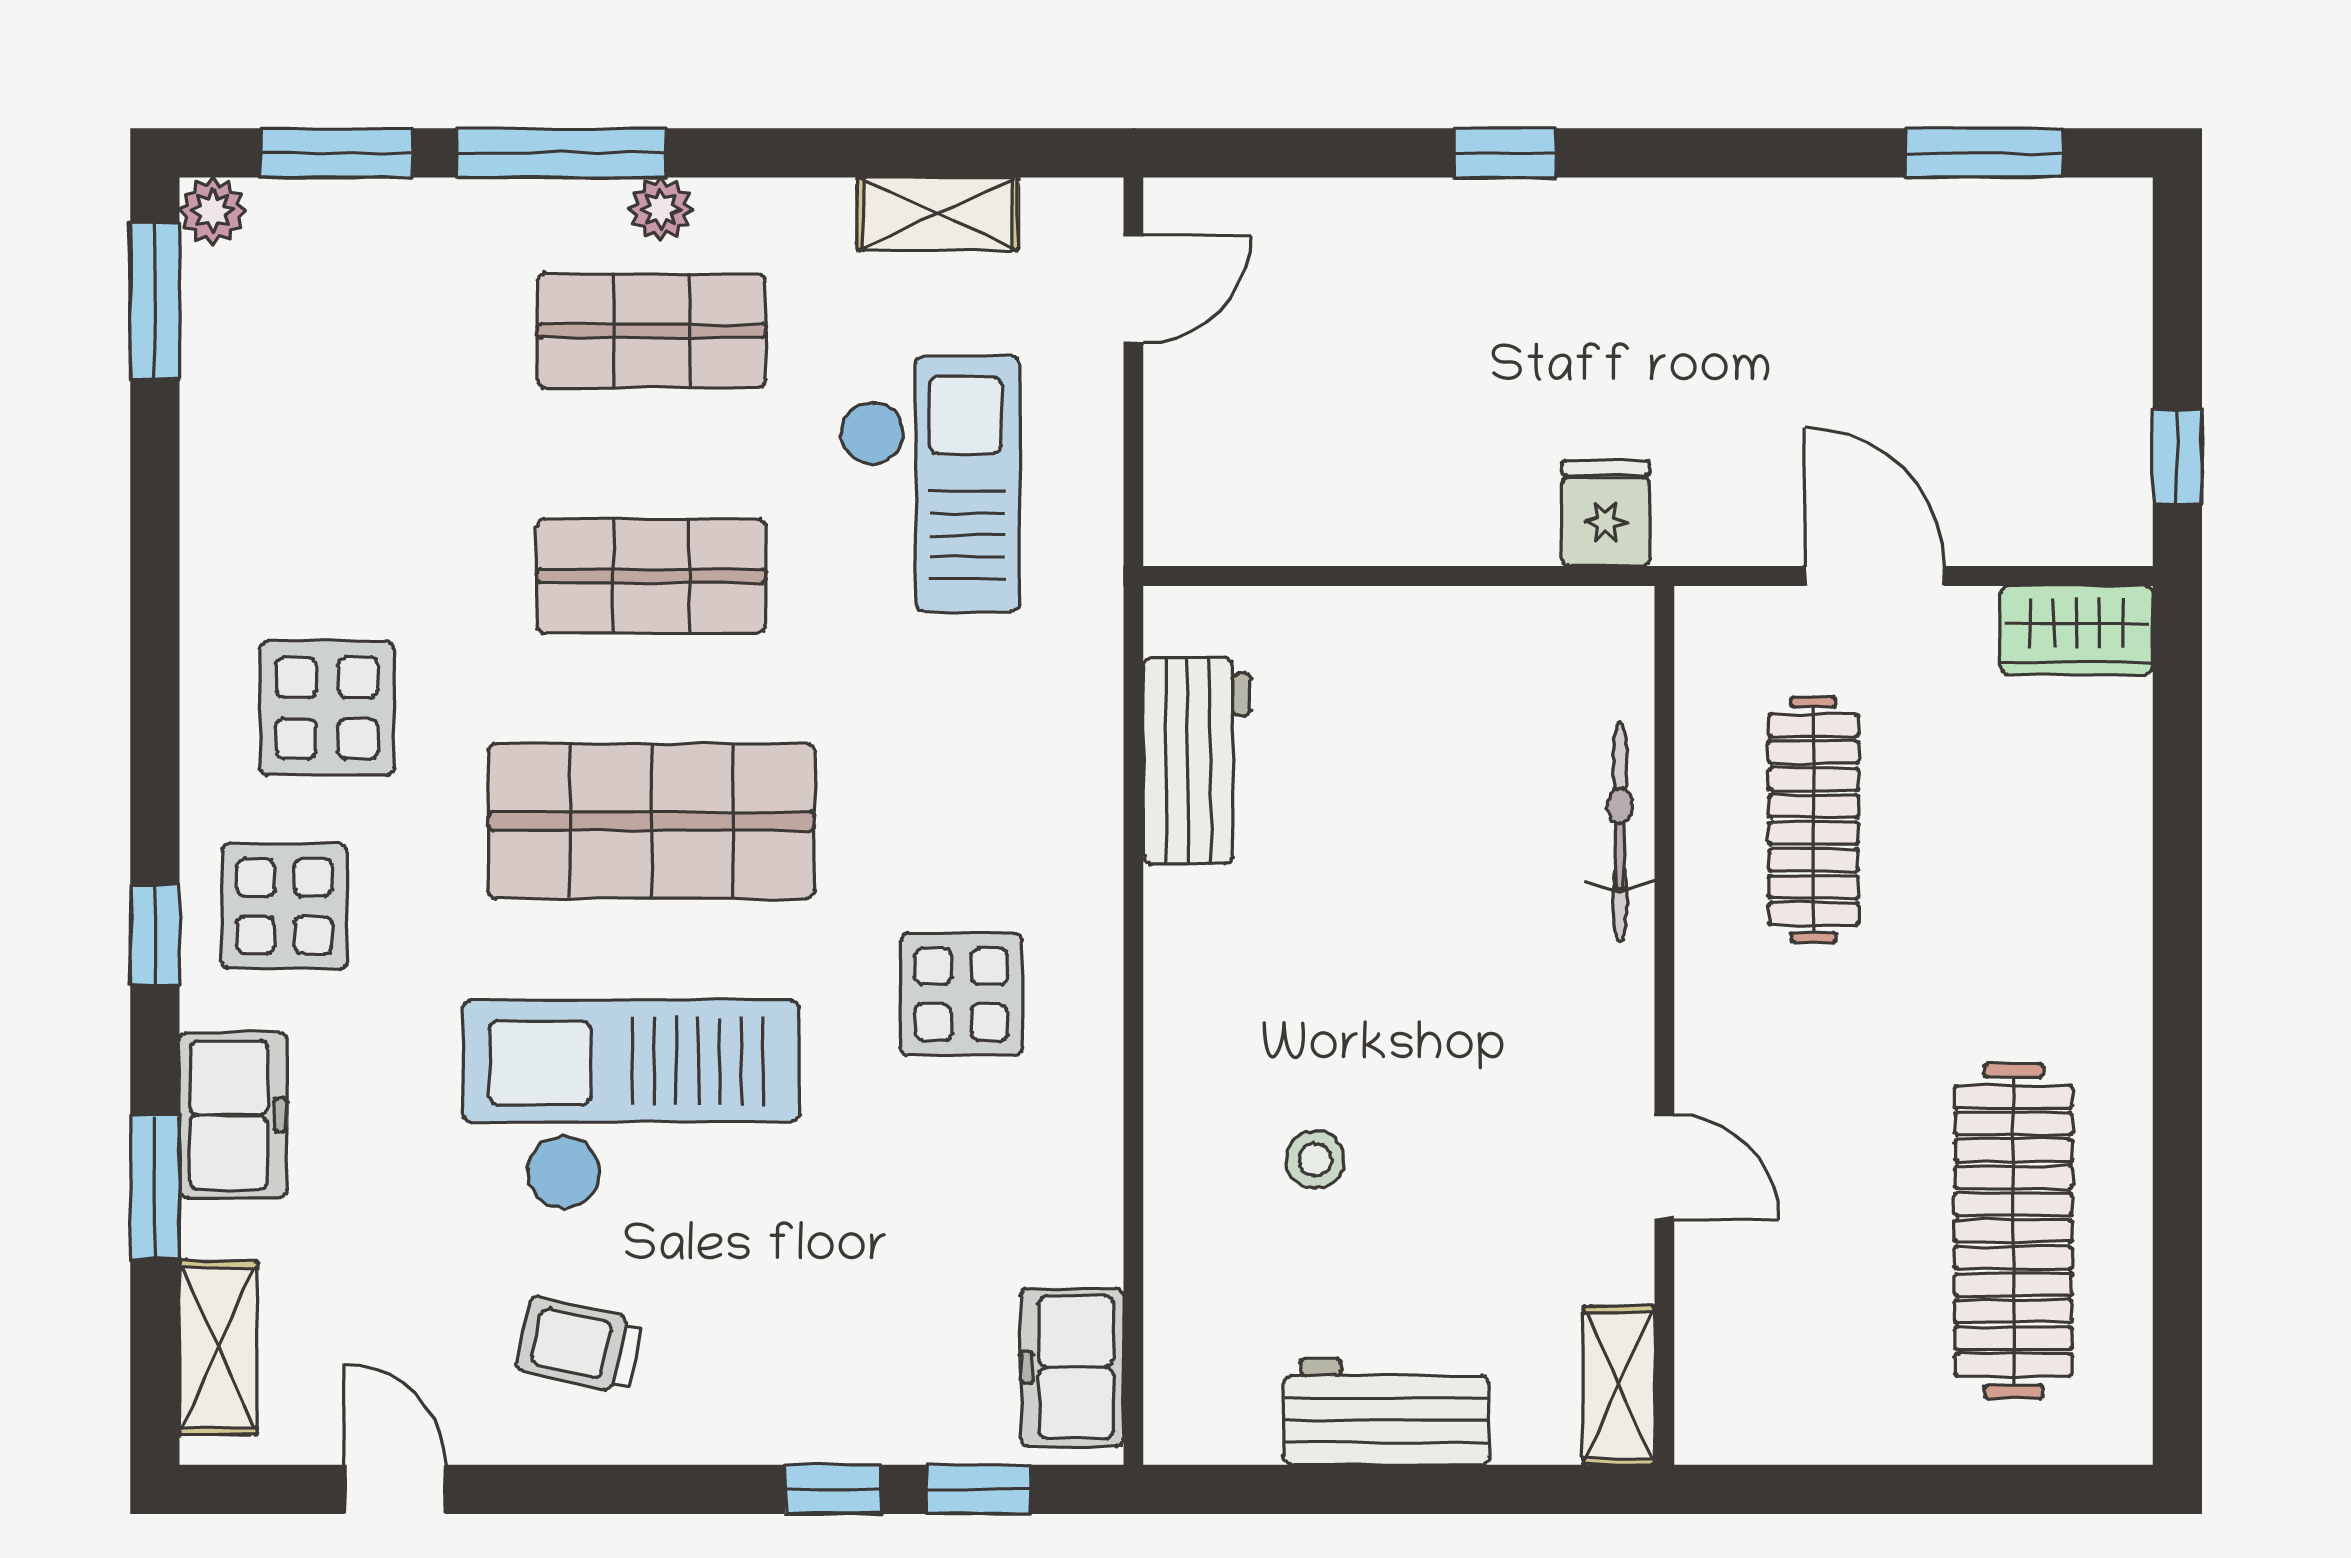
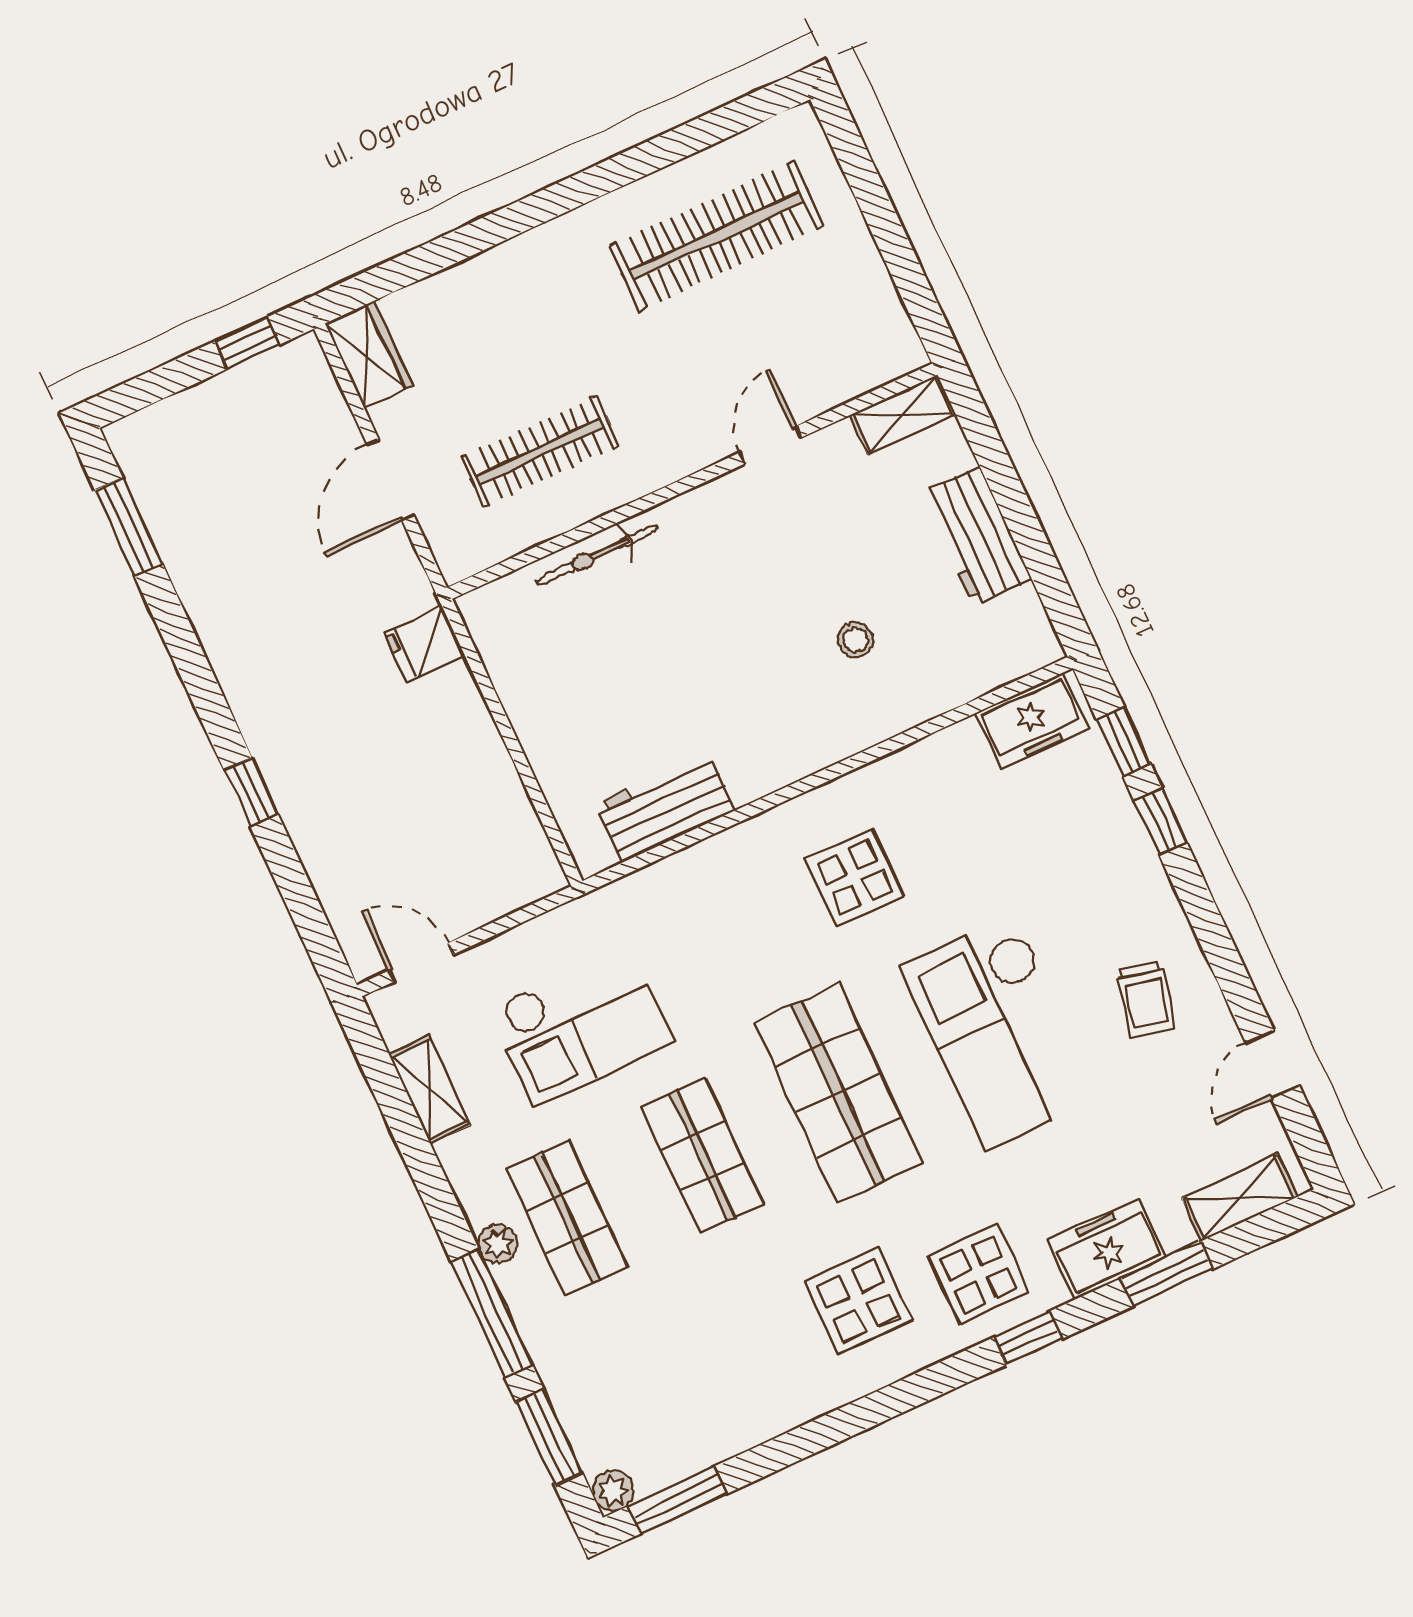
checkout: (930, 484) -> (581, 1025), turned 180

